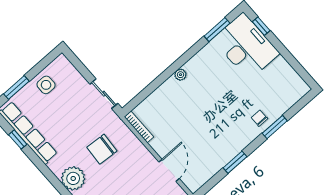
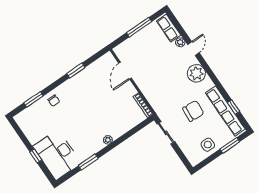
window: (261, 26) -> (36, 156), moved
window: (217, 30) -> (88, 162), moved
window: (275, 127) -> (33, 99), moved
chair: (102, 149) -> (193, 111), moved

